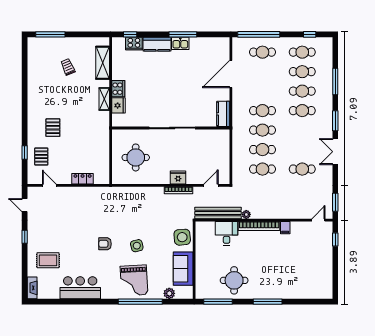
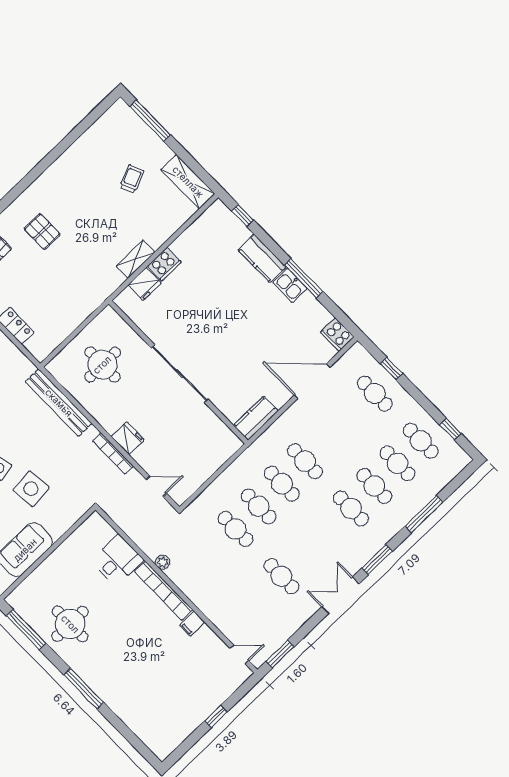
window: (259, 34) -> (391, 369), width x0.32
cooker: (134, 44) -> (337, 335), moved
shelving: (103, 63) -> (188, 182), moved, turned 90
pallet: (53, 128) -> (42, 232), turned 90
bench: (218, 213) -> (59, 403), moved
side table: (182, 237) -> (31, 489), moved
window: (335, 240) -> (216, 716), moved

